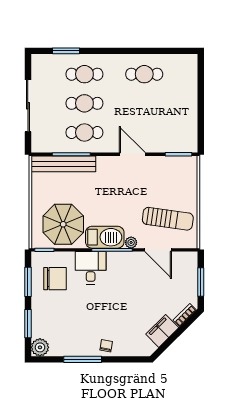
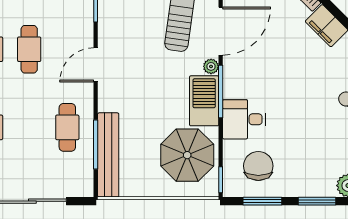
cafe table: (84, 103) -> (29, 49), moved
door: (158, 250) -> (221, 31), width x1.36

